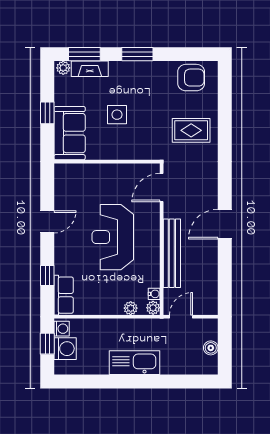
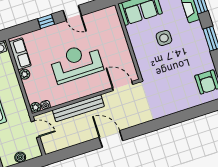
rug: (191, 130) -> (170, 94), removed
window: (47, 276) -> (46, 21), moved
row of seats: (64, 295) -> (20, 54), moved, turned -90
plant: (131, 308) -> (25, 74), moved

